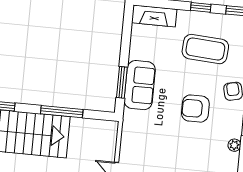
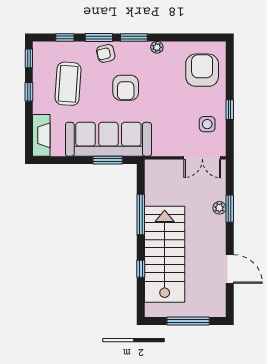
sofa: (140, 85) -> (108, 139), width x1.85, depth x1.27

